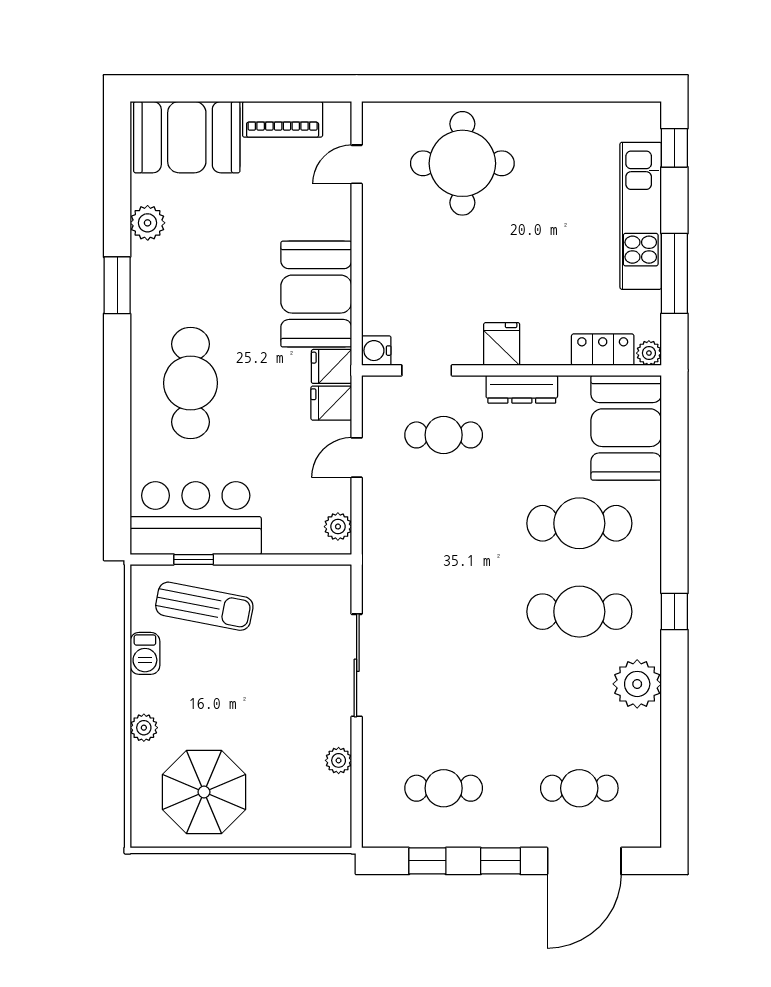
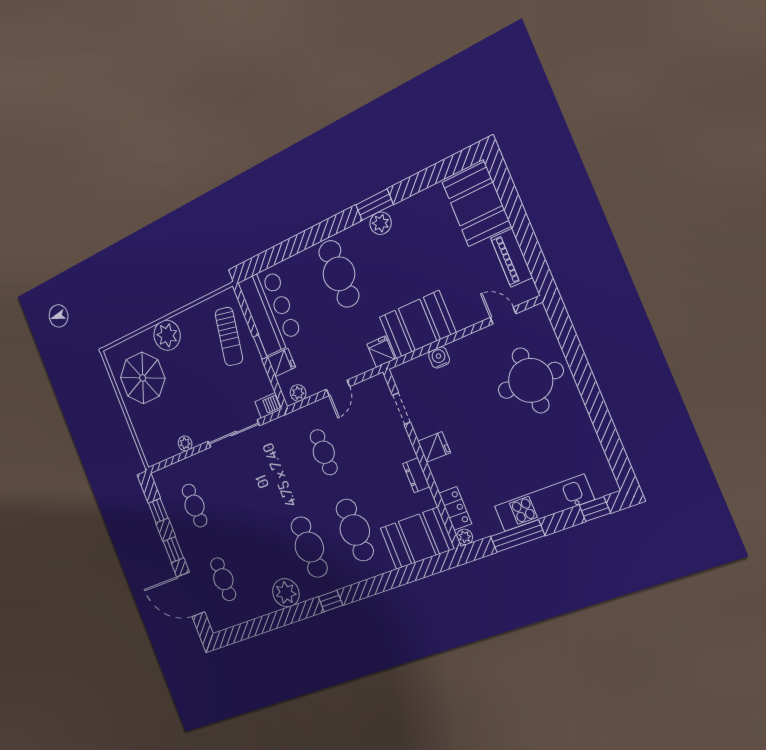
plant: (148, 223) -> (381, 223), moved
water cooler: (376, 351) -> (439, 357), moved
cafe table: (191, 383) -> (339, 274), turned 90
dresser: (522, 389) -> (416, 475), width x0.70
fridge: (331, 403) -> (281, 363), moved, turned 90
cafe table: (444, 435) -> (324, 452), moved
door: (357, 458) -> (338, 388), swing flipped
window: (194, 559) -> (260, 347), moved
barbecue: (145, 653) -> (268, 405), moved, turned 180
plant: (144, 728) -> (167, 335), width x1.88, depth x1.88

